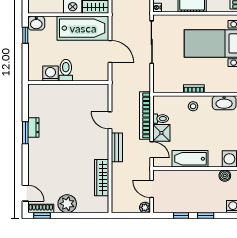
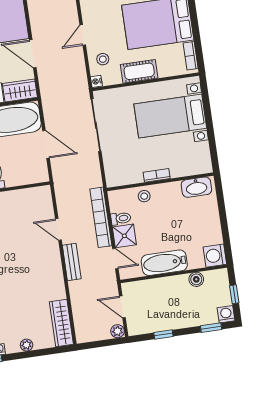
stool: (193, 106) -> (144, 196), moved
boiler: (225, 176) -> (196, 279), moved
wardrobe: (102, 178) -> (61, 323), moved
plant: (67, 204) -> (27, 345), width x0.53, depth x0.53
window: (206, 215) -> (211, 328), moved

